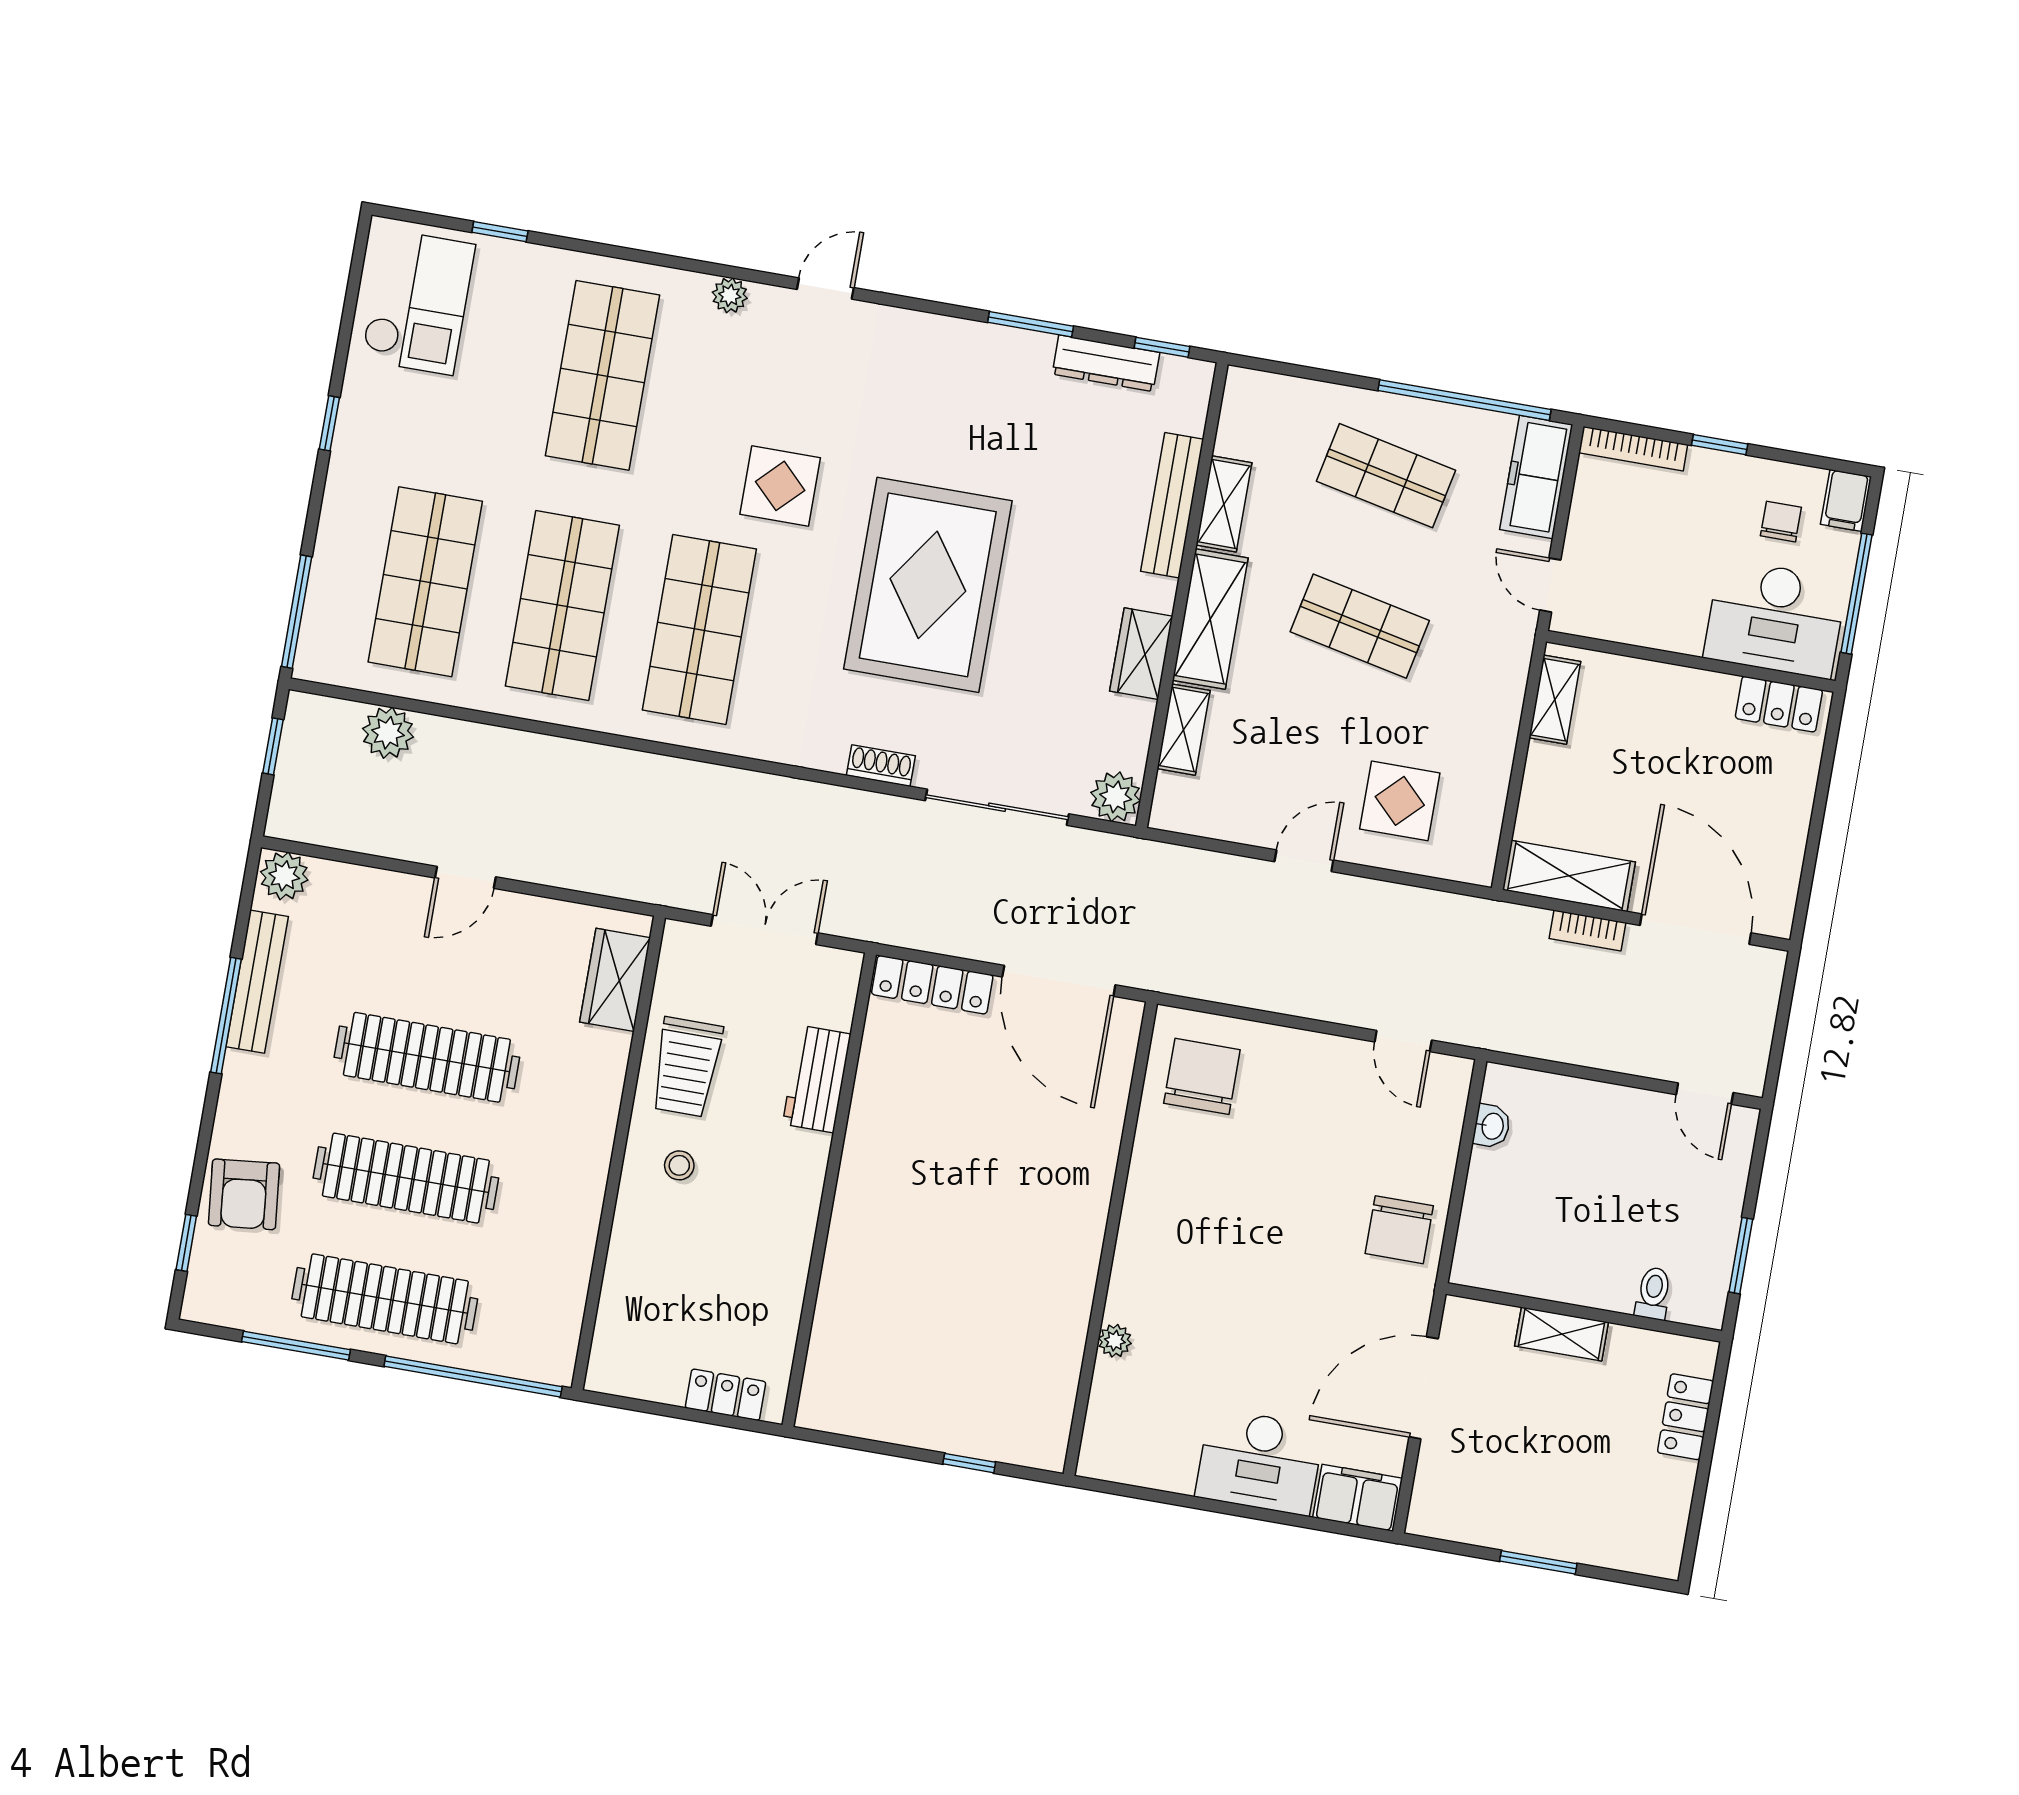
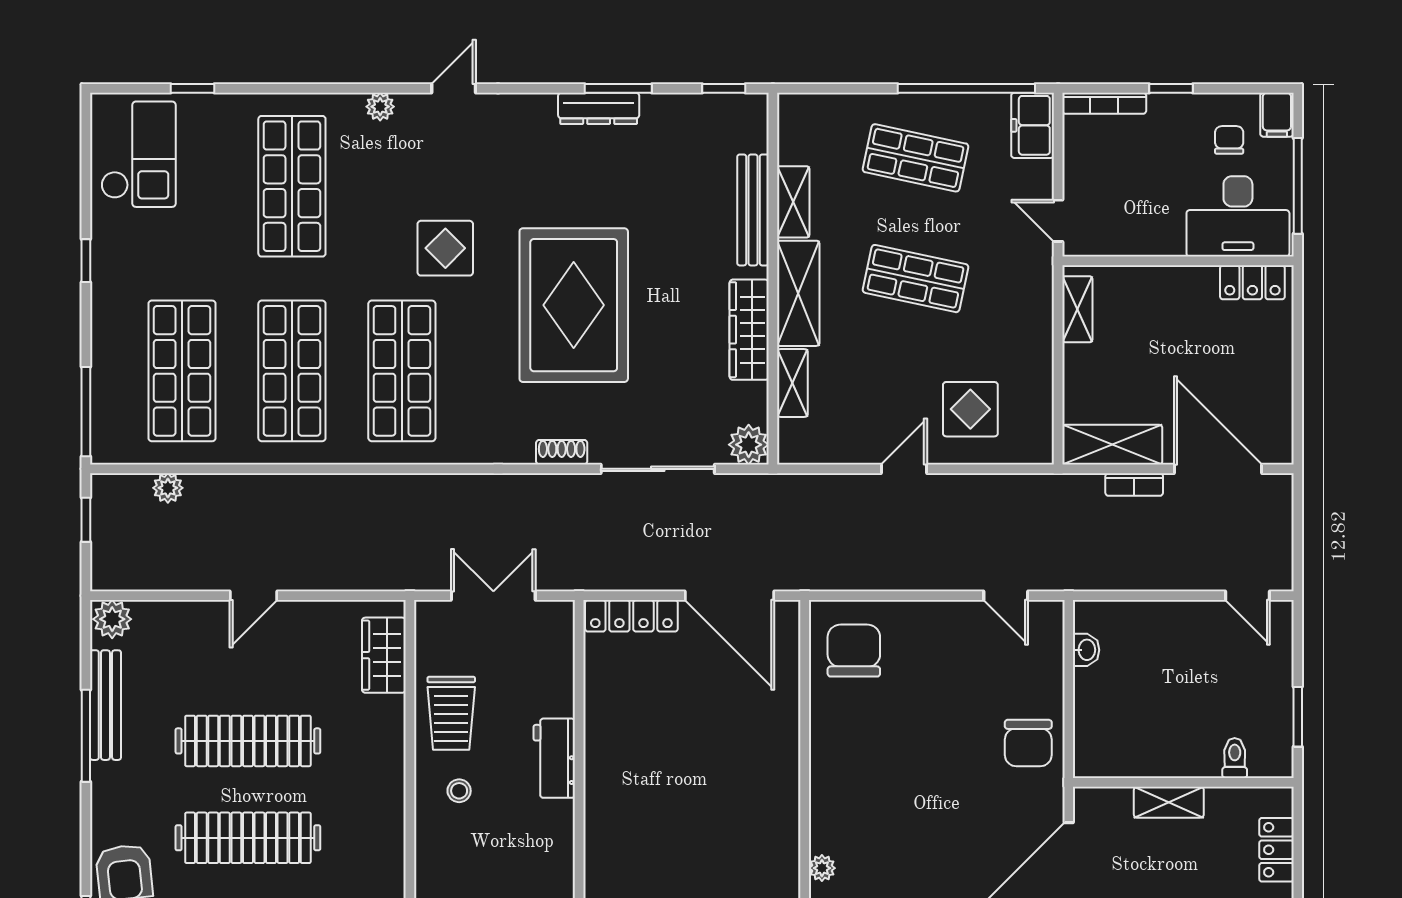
dresser: (1106, 363) -> (599, 108), moved
freezer: (1536, 477) -> (1033, 125), width x0.71
wardrobe: (1141, 654) -> (749, 330), width x1.50
plant: (388, 733) -> (168, 488), width x0.73, depth x0.73
workbench: (817, 1079) -> (554, 758), moved

